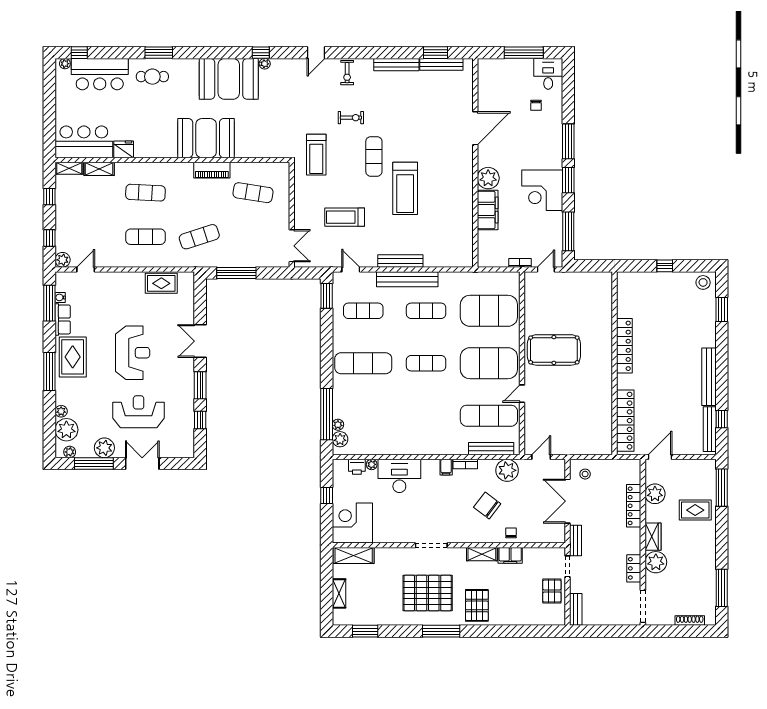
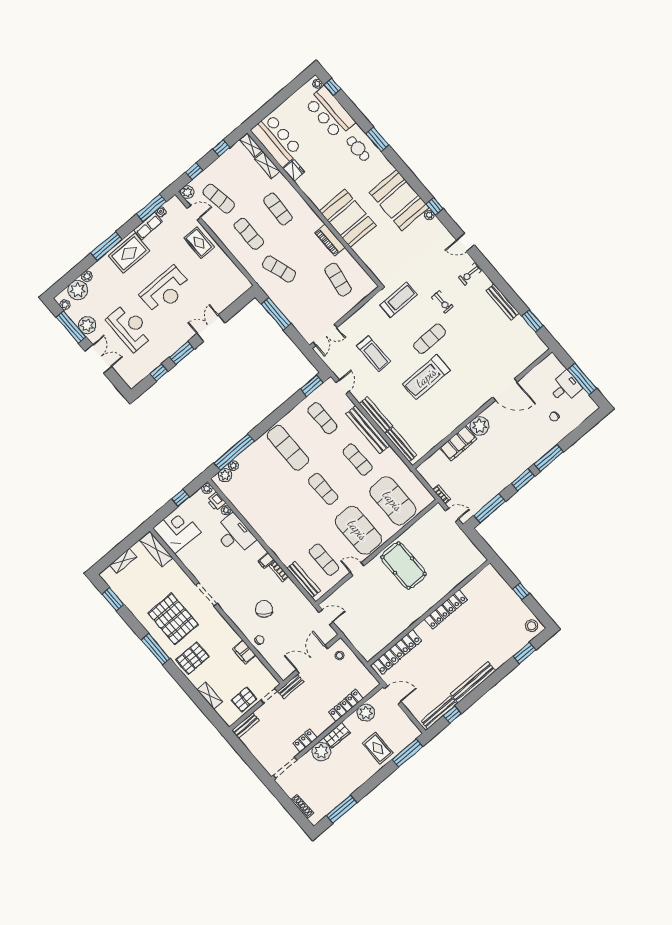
bench: (441, 64) -> (401, 444), moved
desk: (548, 74) -> (565, 387), moved
treadmill: (316, 155) -> (399, 300), turned 180
corner desk: (542, 190) -> (502, 468), removed
treadmill: (345, 217) -> (373, 354), turned 180
exercise mat: (92, 237) -> (219, 198), added
rug: (161, 283) -> (199, 243), moved
exercise mat: (489, 416) -> (324, 560), width x0.73, depth x0.69
plant: (507, 470) -> (207, 488), moved, width x0.53, depth x0.53
shelving: (482, 554) -> (210, 696), moved

